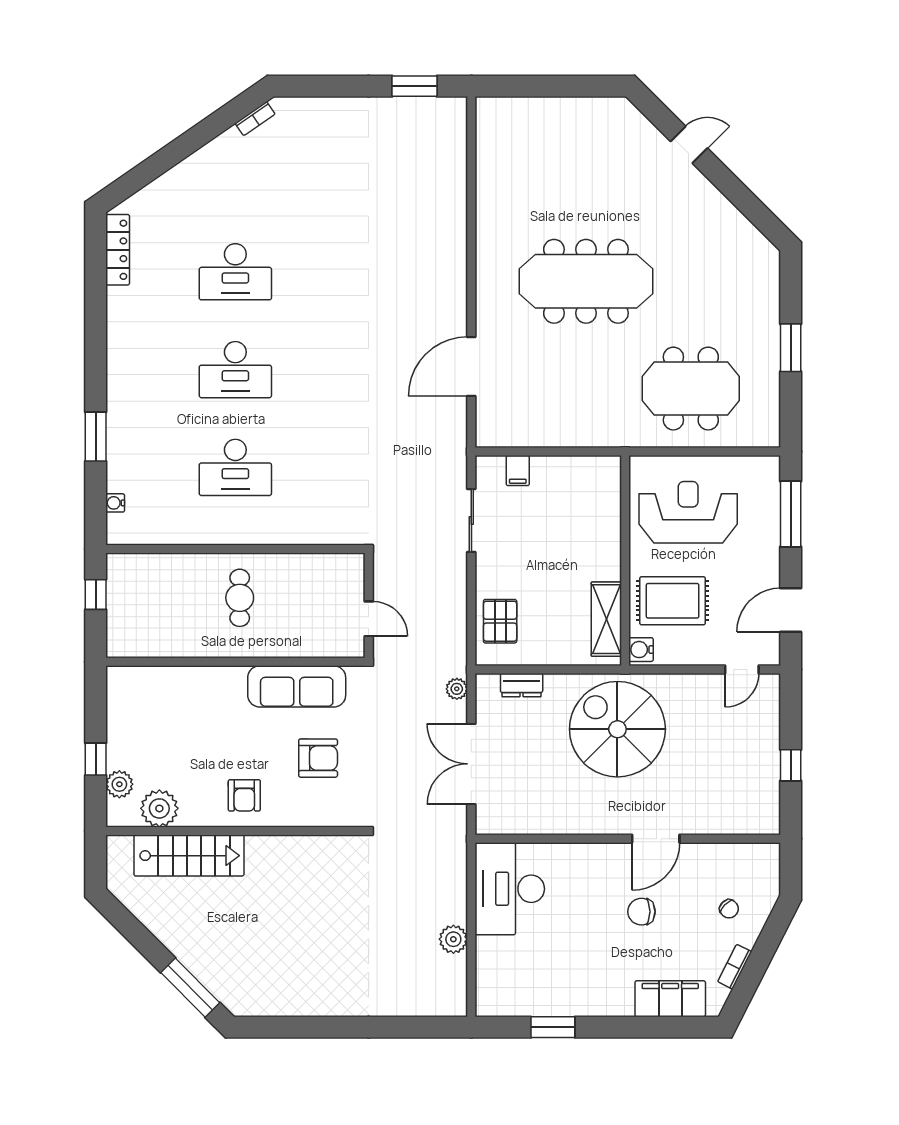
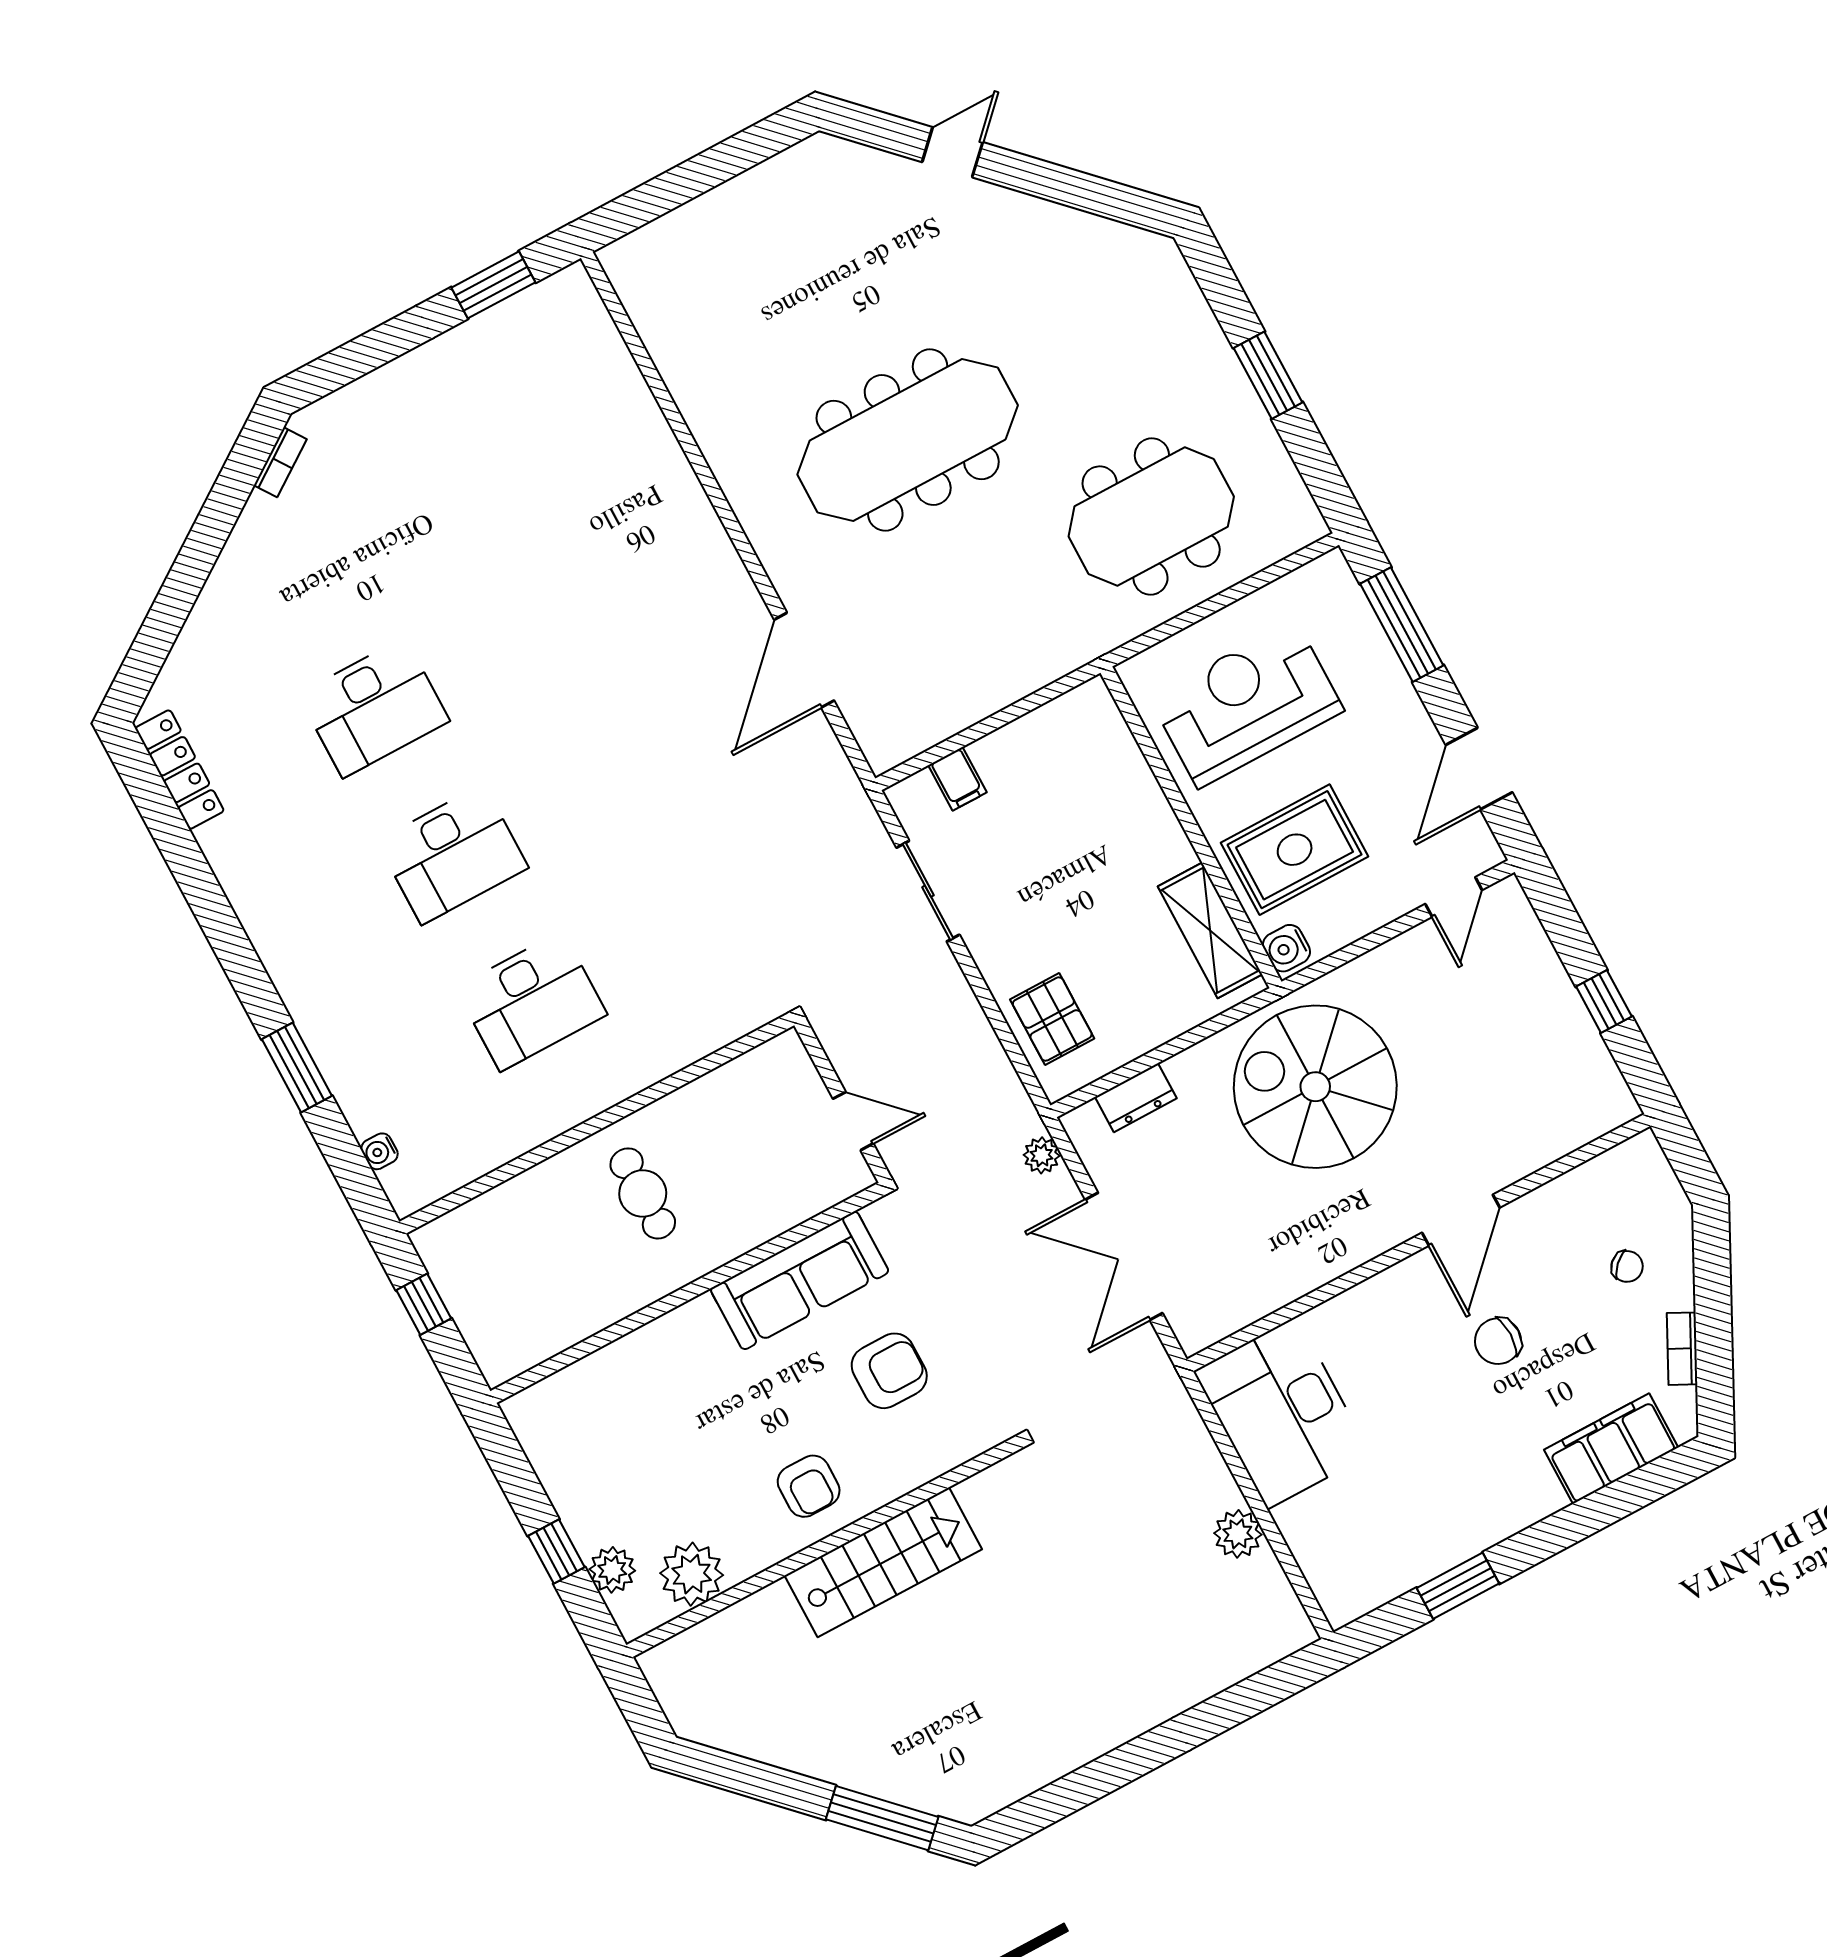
stairs: (189, 856) -> (883, 1562), moved

